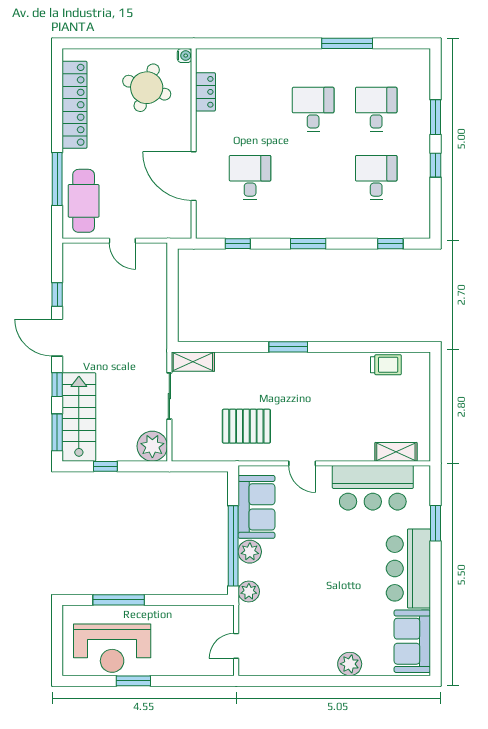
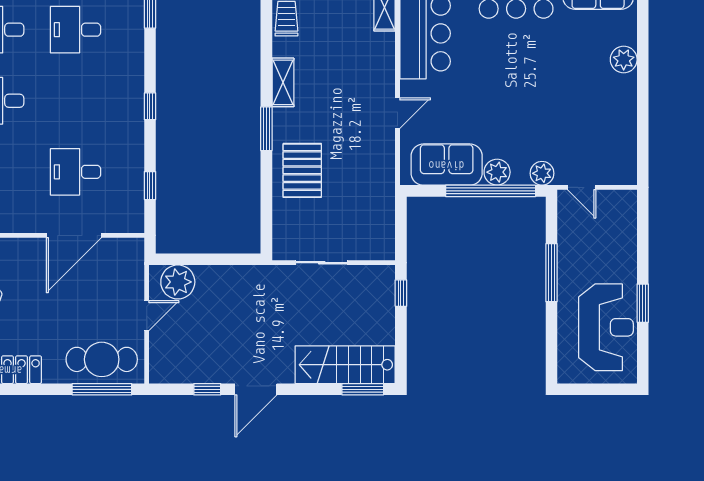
window: (57, 179) -> (102, 389), moved
window: (308, 244) -> (150, 106), width x0.67
shelving: (193, 362) -> (283, 82), moved
window: (57, 385) -> (309, 389), removed
pallet: (246, 426) -> (302, 170), moved
plant: (152, 446) -> (178, 282), moved
window: (105, 466) -> (401, 293), moved
window: (119, 600) -> (551, 273), moved
door: (236, 646) -> (582, 187), moved

